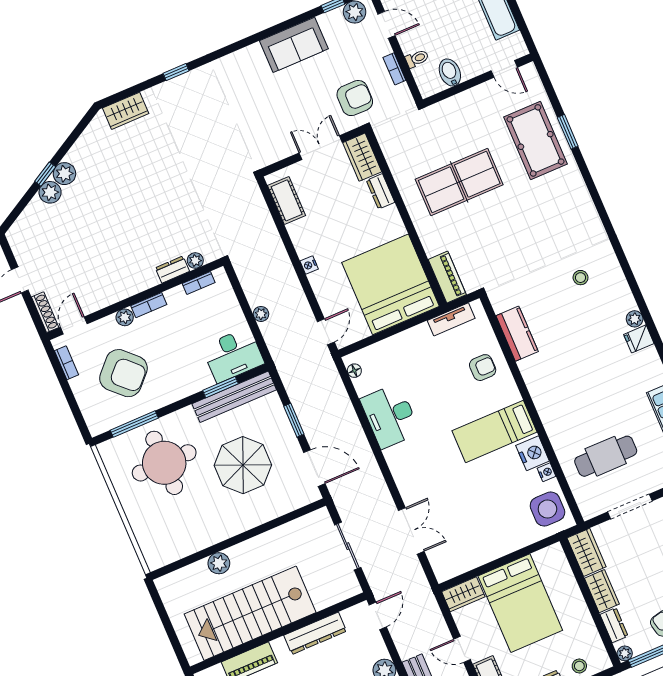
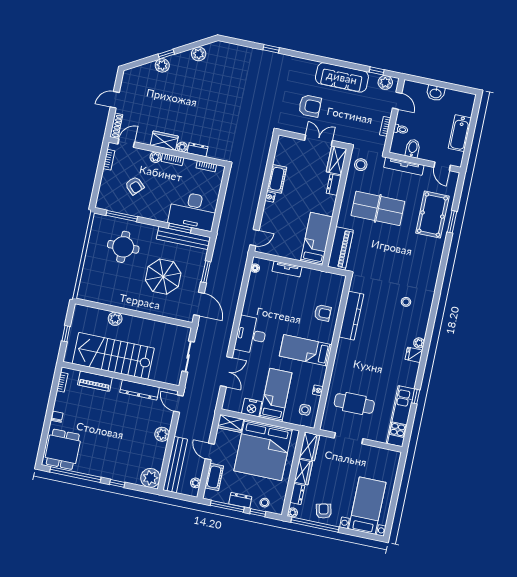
sofa: (294, 45) -> (342, 77), width x1.36
armchair: (355, 98) -> (310, 106), moved
tv unit: (455, 104) -> (404, 166), added
wardrobe: (126, 111) -> (164, 141), moved, turned 180
stool: (397, 141) -> (361, 165), added
plant: (64, 174) -> (199, 54), moved
cot: (287, 200) -> (277, 179), moved
plant: (195, 260) -> (182, 147), moved
piano: (447, 277) -> (340, 248), width x1.37, depth x1.33
bed: (391, 284) -> (317, 239), width x0.49
plant: (261, 314) -> (227, 205), removed
tv unit: (451, 319) -> (287, 269), moved
kitchen counter: (517, 334) -> (351, 316), width x1.50
desk: (233, 355) -> (193, 211), width x1.36, depth x1.30
armchair: (123, 373) -> (135, 186), width x0.53, depth x0.53
desk: (390, 416) -> (251, 335), moved
nightstand: (533, 453) -> (252, 407), moved, turned 90
round table: (164, 463) -> (123, 247), width x0.73, depth x0.73
side table: (547, 509) -> (305, 410), width x0.54, depth x0.54
bed: (496, 516) -> (276, 395), added
bed: (520, 603) -> (263, 450), width x1.36
door: (378, 616) -> (178, 404), swing flipped
window: (169, 627) -> (66, 334), added

